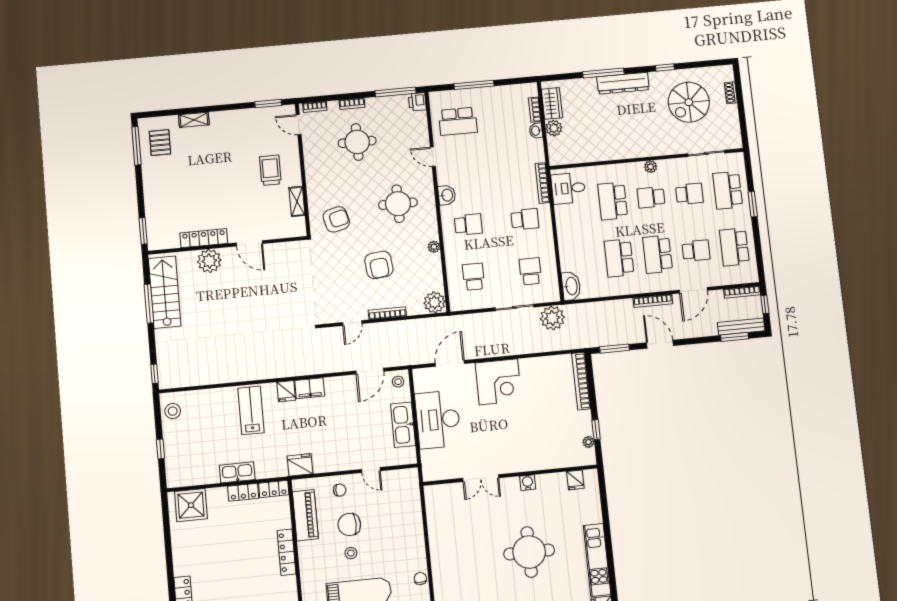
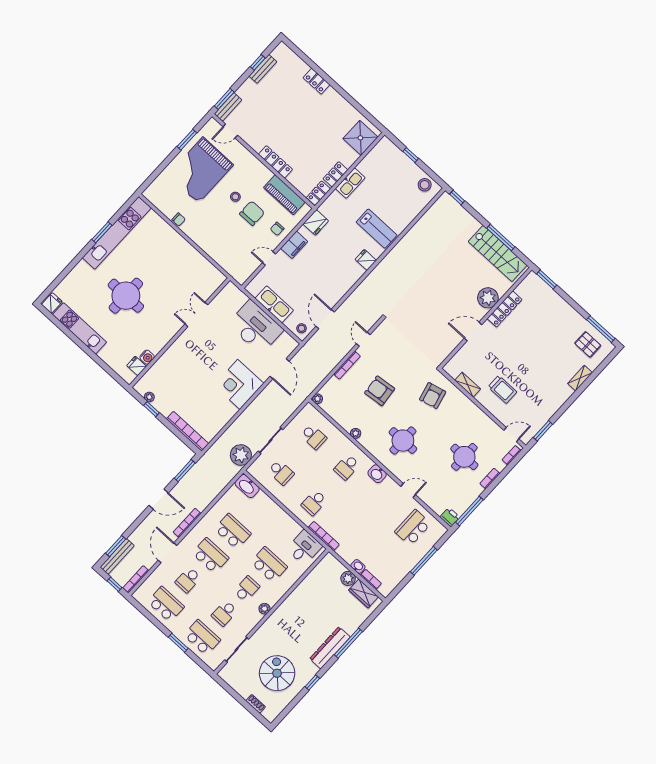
plant: (434, 302) -> (317, 399), width x0.53, depth x0.53
filing cabinet: (310, 388) -> (294, 245), moved, turned 180
water cooler: (528, 483) -> (147, 357), moved

